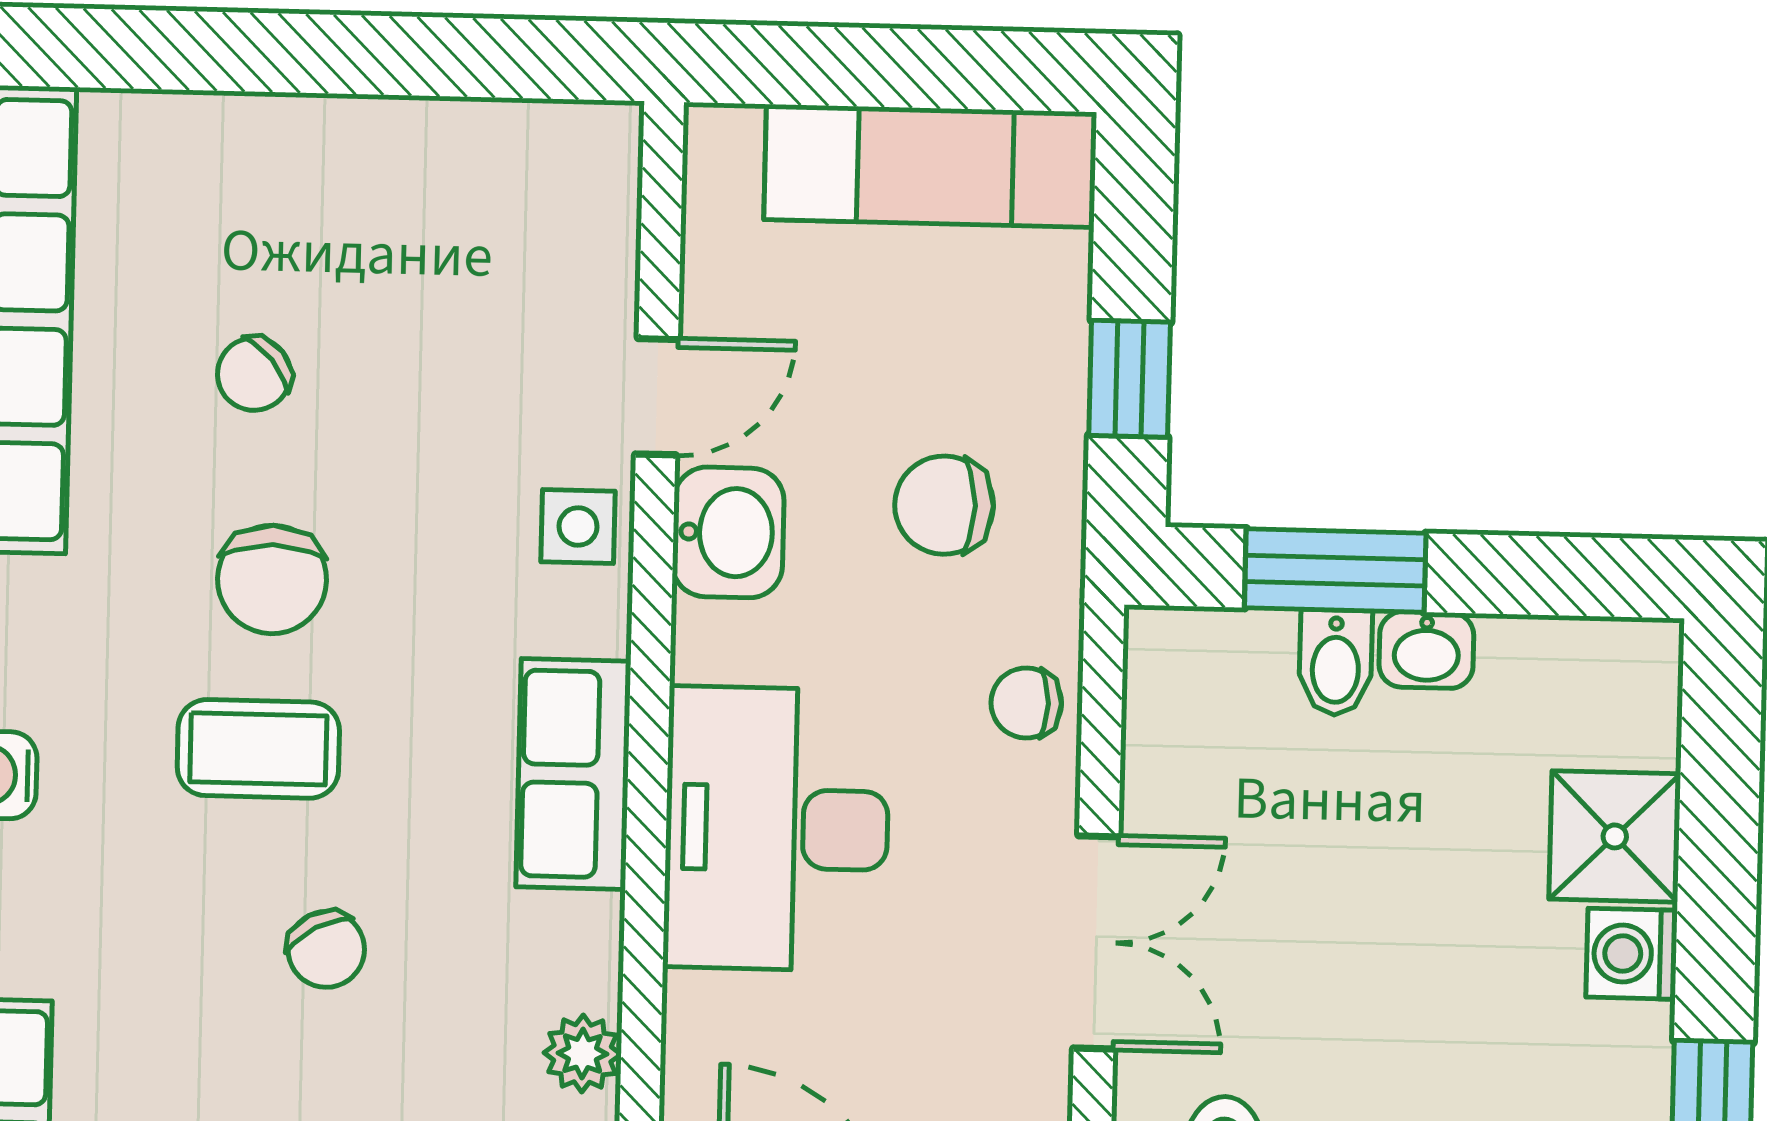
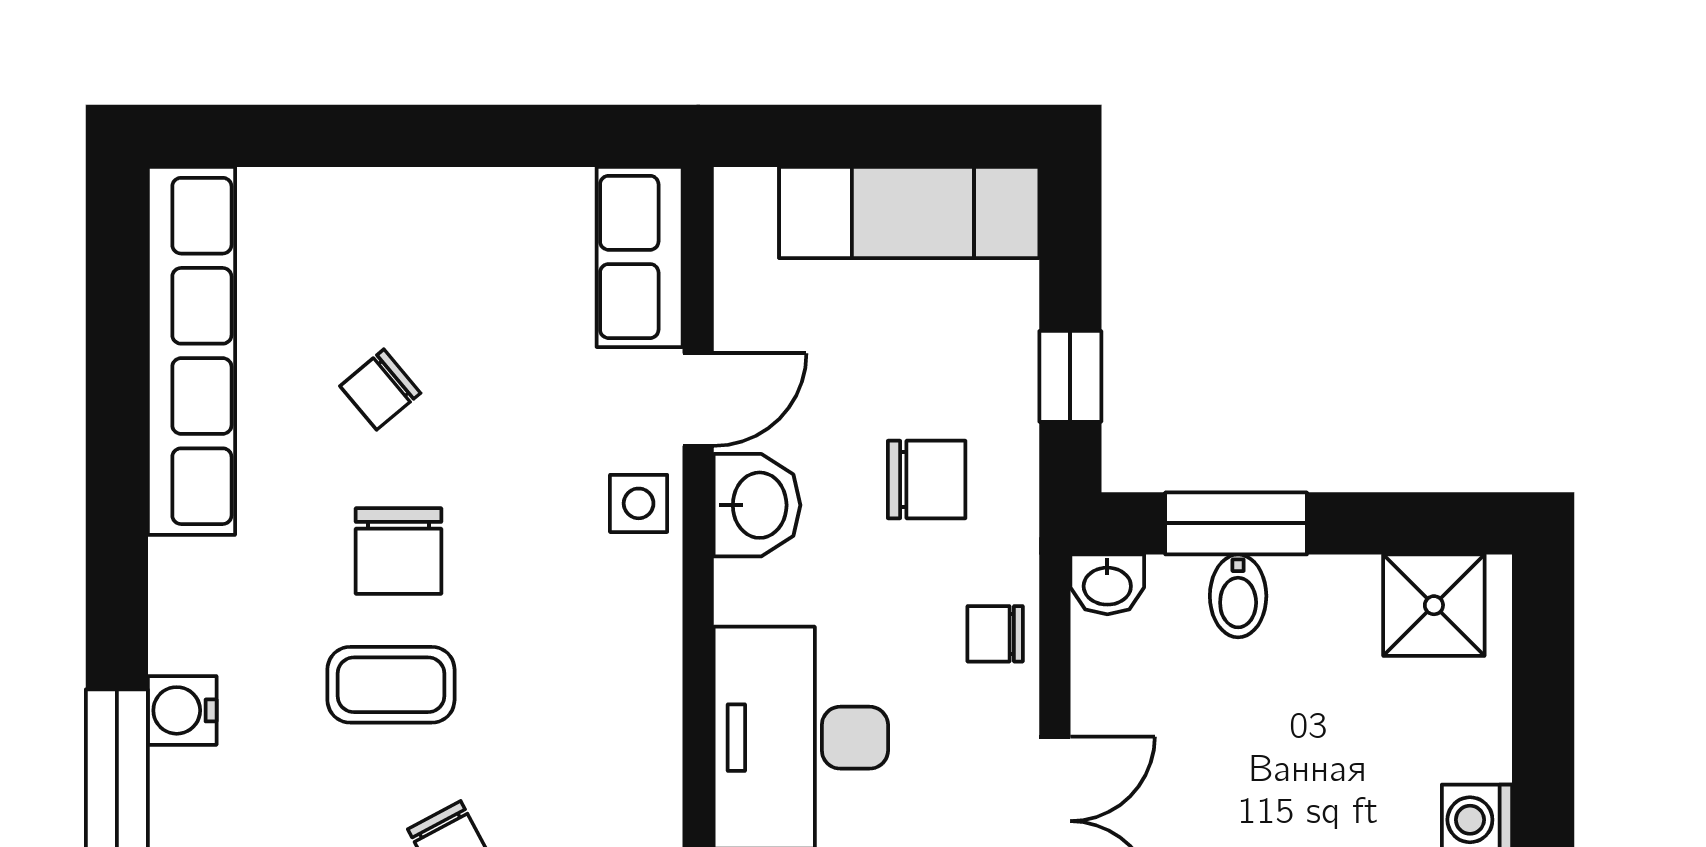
chair: (944, 505) -> (927, 480), turned 180
washbasin: (1426, 650) -> (1107, 584), moved
row of seats: (573, 774) -> (640, 257), moved
shower: (1615, 836) -> (1434, 605), moved

